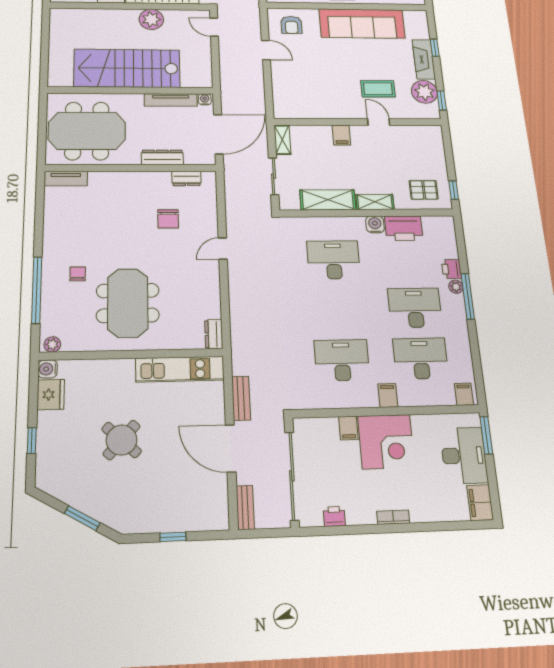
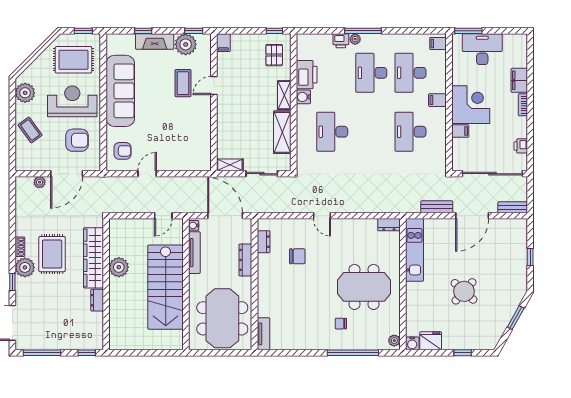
door: (214, 27) -> (163, 216), moved
filing cabinet: (341, 135) -> (223, 43), moved, turned 90
filing cabinet: (480, 503) -> (519, 80), moved, turned 90

